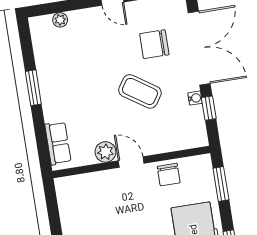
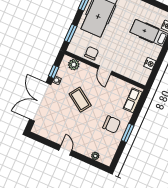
chair: (154, 44) -> (112, 124), moved
plant: (106, 152) -> (74, 65), moved
nightstand: (68, 217) -> (150, 64), added

